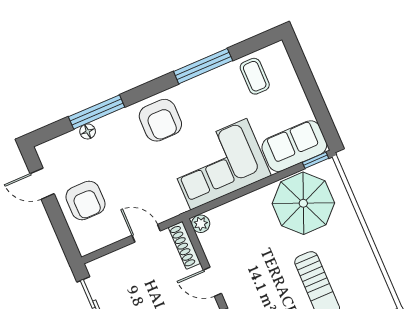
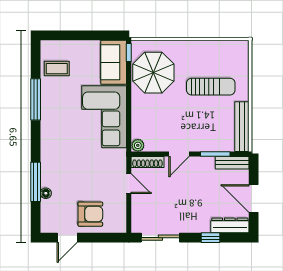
armchair: (160, 120) -> (59, 143), removed
door: (146, 233) -> (129, 184), swing flipped

